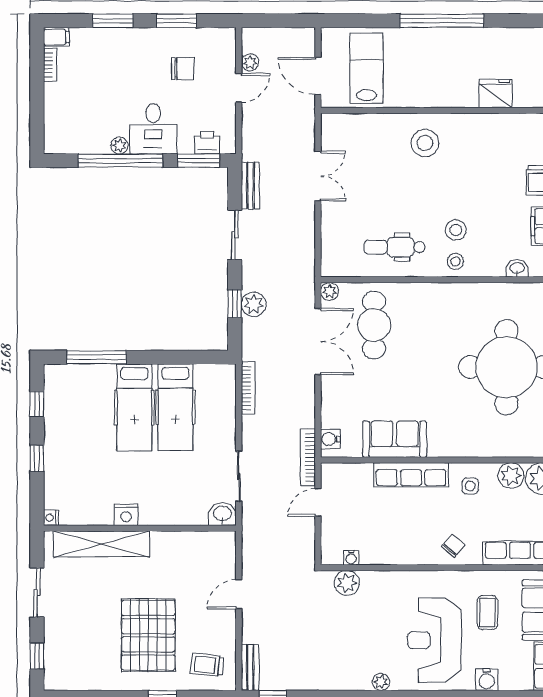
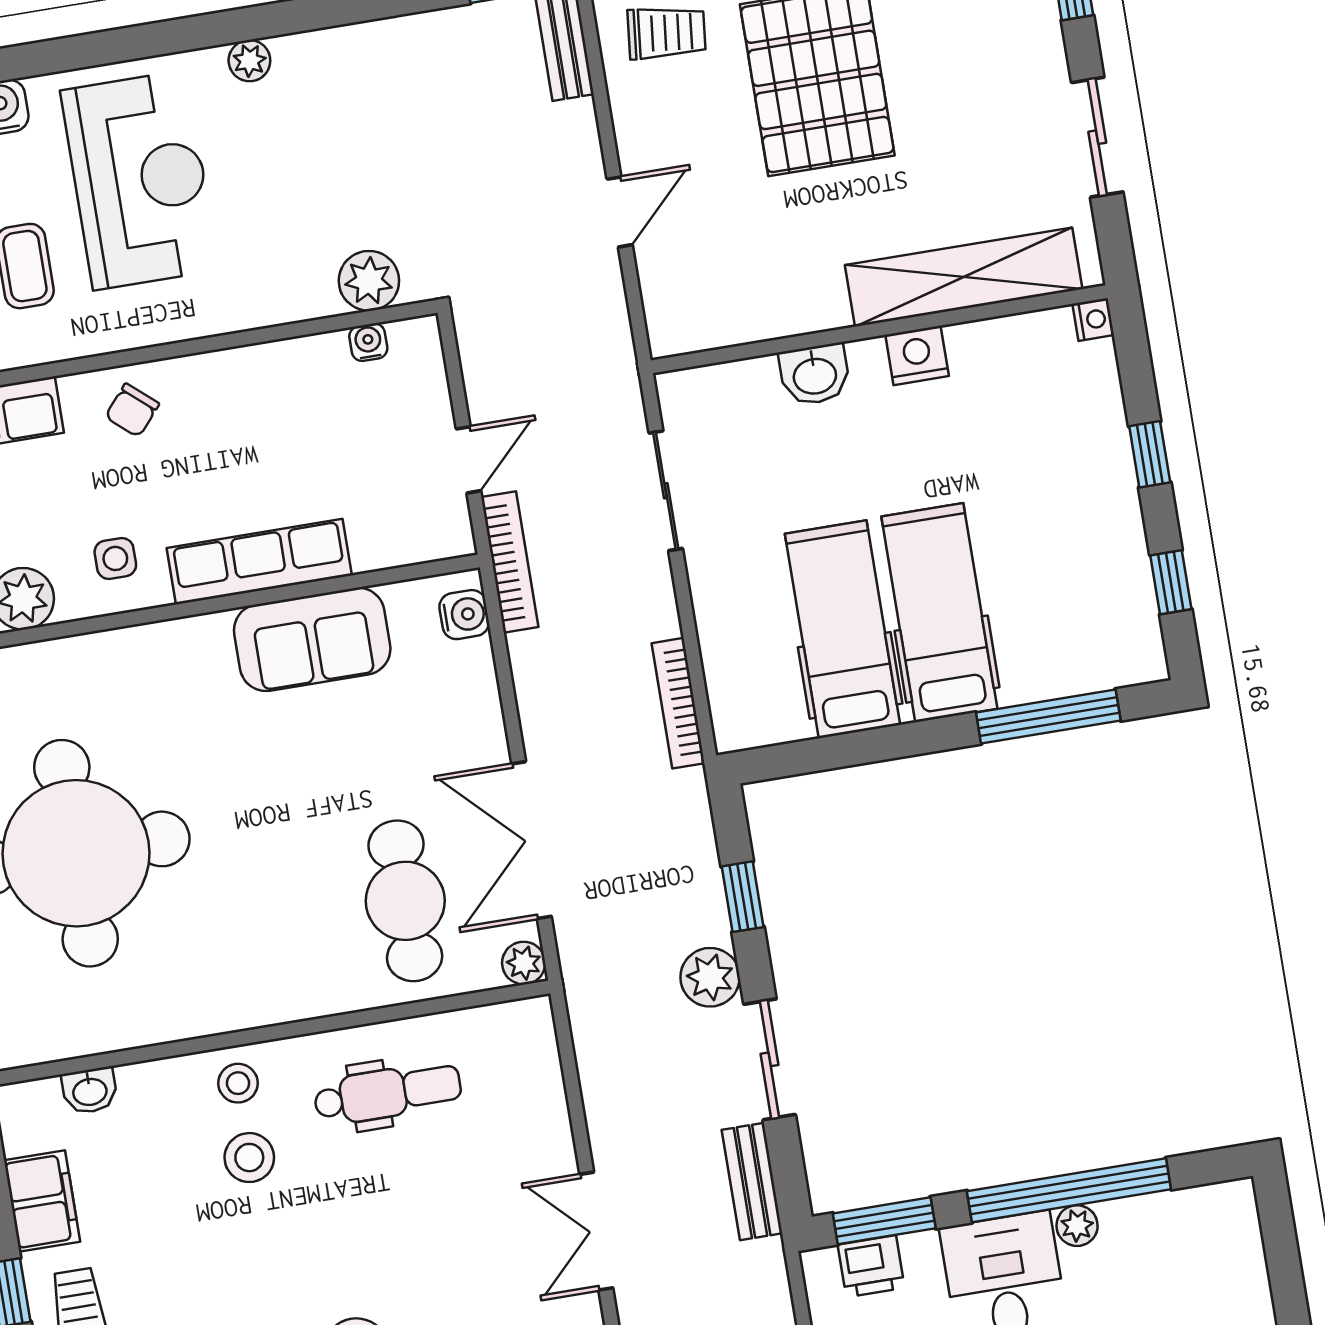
plant: (254, 304) -> (710, 977), moved
washbasin: (222, 514) -> (815, 375), moved

